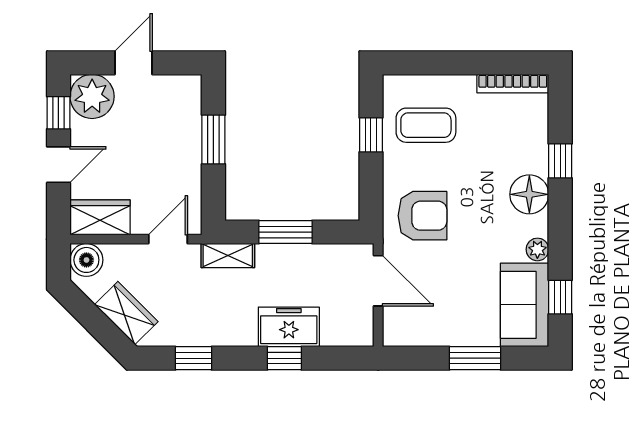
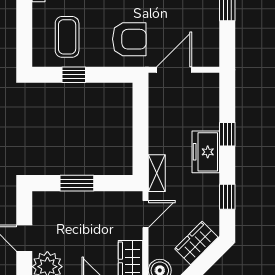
armchair: (423, 216) -> (129, 39), turned 90
window: (285, 232) -> (141, 134), removed
door: (168, 239) -> (146, 214), swing flipped
freezer: (289, 327) -> (206, 152), moved

